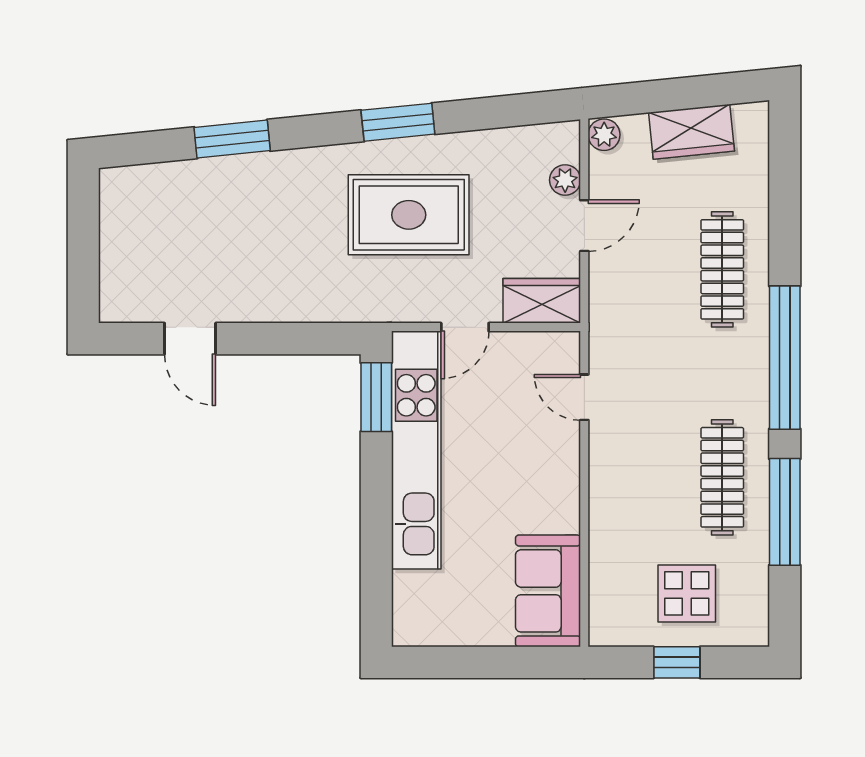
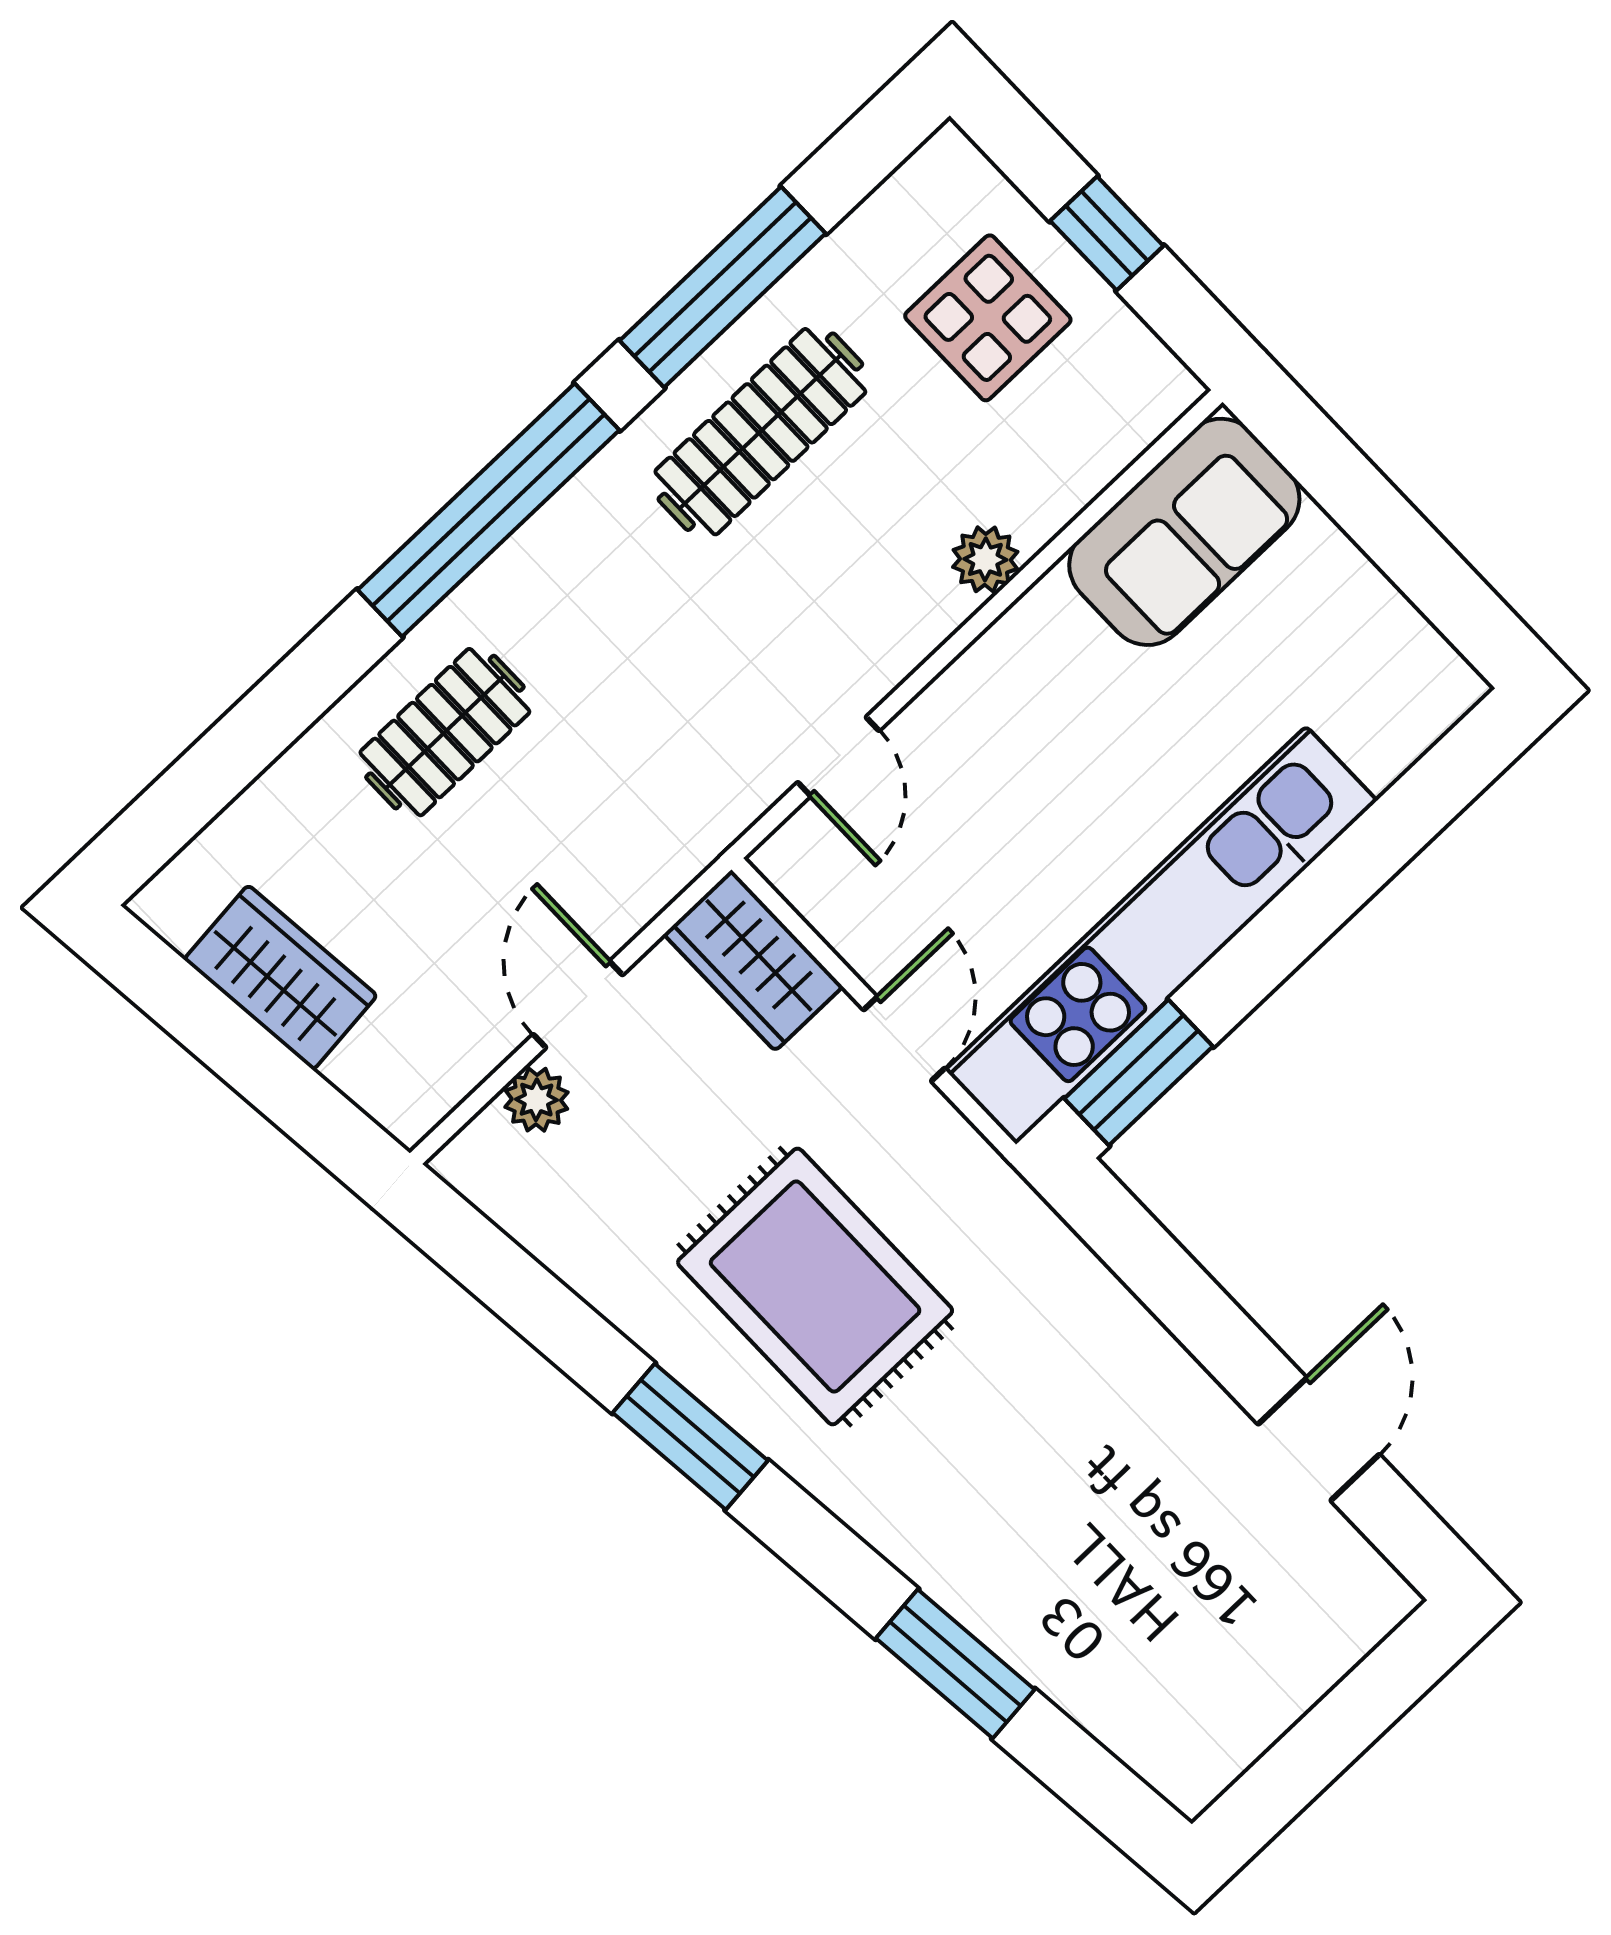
plant: (604, 135) -> (985, 559), moved
door: (584, 226) -> (578, 1005), hinge flipped
clothes rail: (722, 269) -> (445, 732), width x0.73
door: (465, 327) -> (904, 1039), hinge flipped

